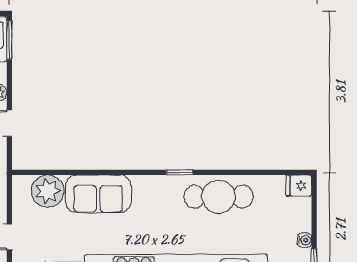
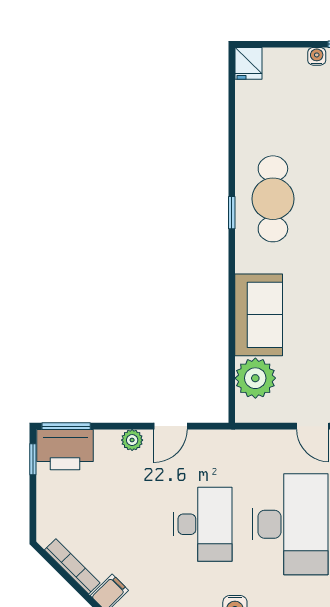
cafe table: (219, 197) -> (273, 199), moved

